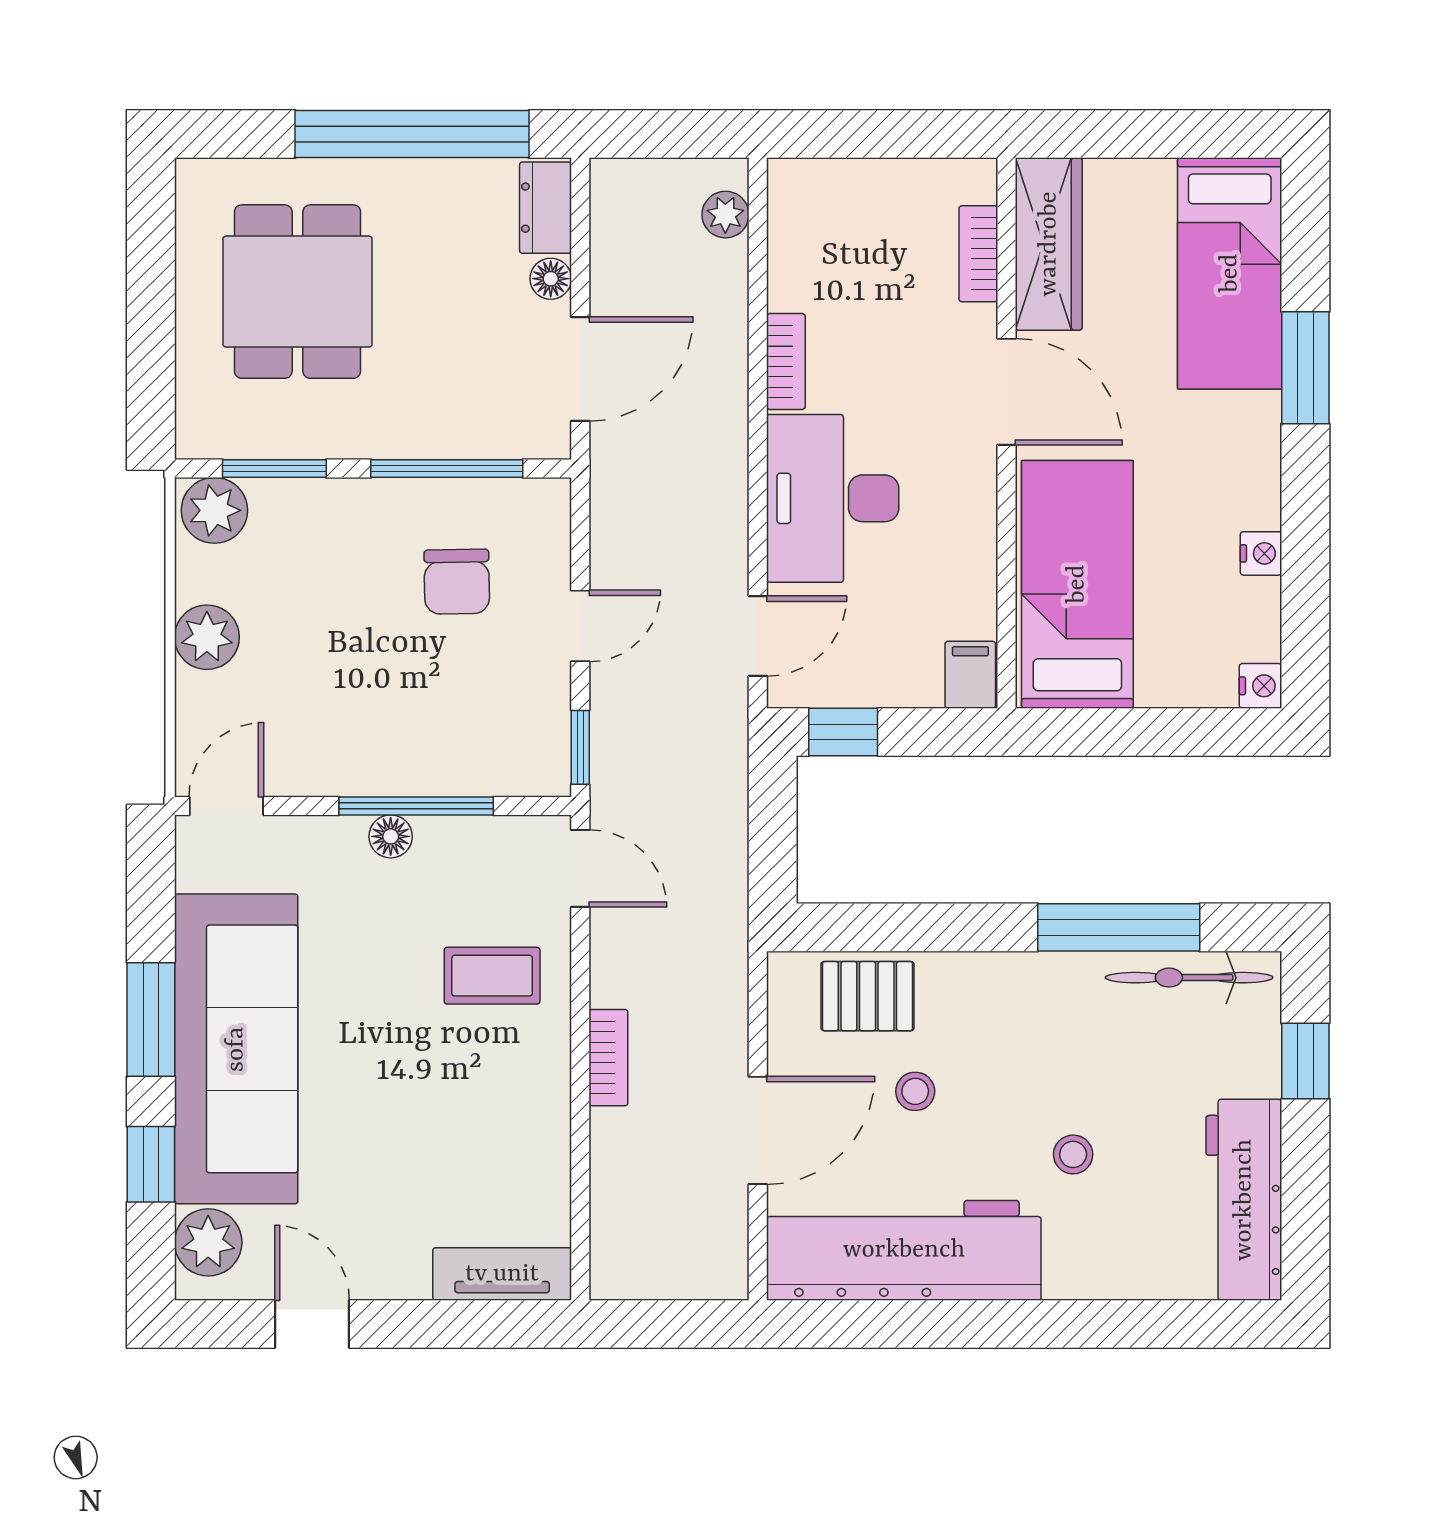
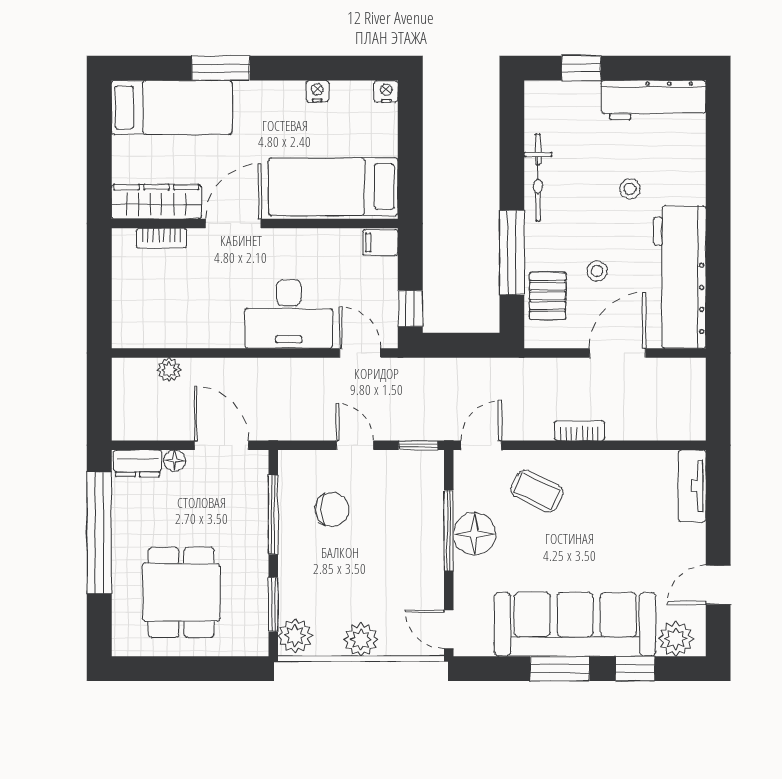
plant: (725, 215) -> (169, 370), moved
dining table: (298, 292) -> (181, 592), turned 90
bookcase: (786, 361) -> (218, 338), removed
floor lamp: (391, 836) -> (474, 534), width x1.89, depth x1.89
window: (1119, 927) -> (512, 253), moved
coffee table: (492, 976) -> (537, 491), turned -64
bicycle: (1189, 978) -> (538, 177), moved
door: (758, 1130) -> (617, 353), hinge flipped

